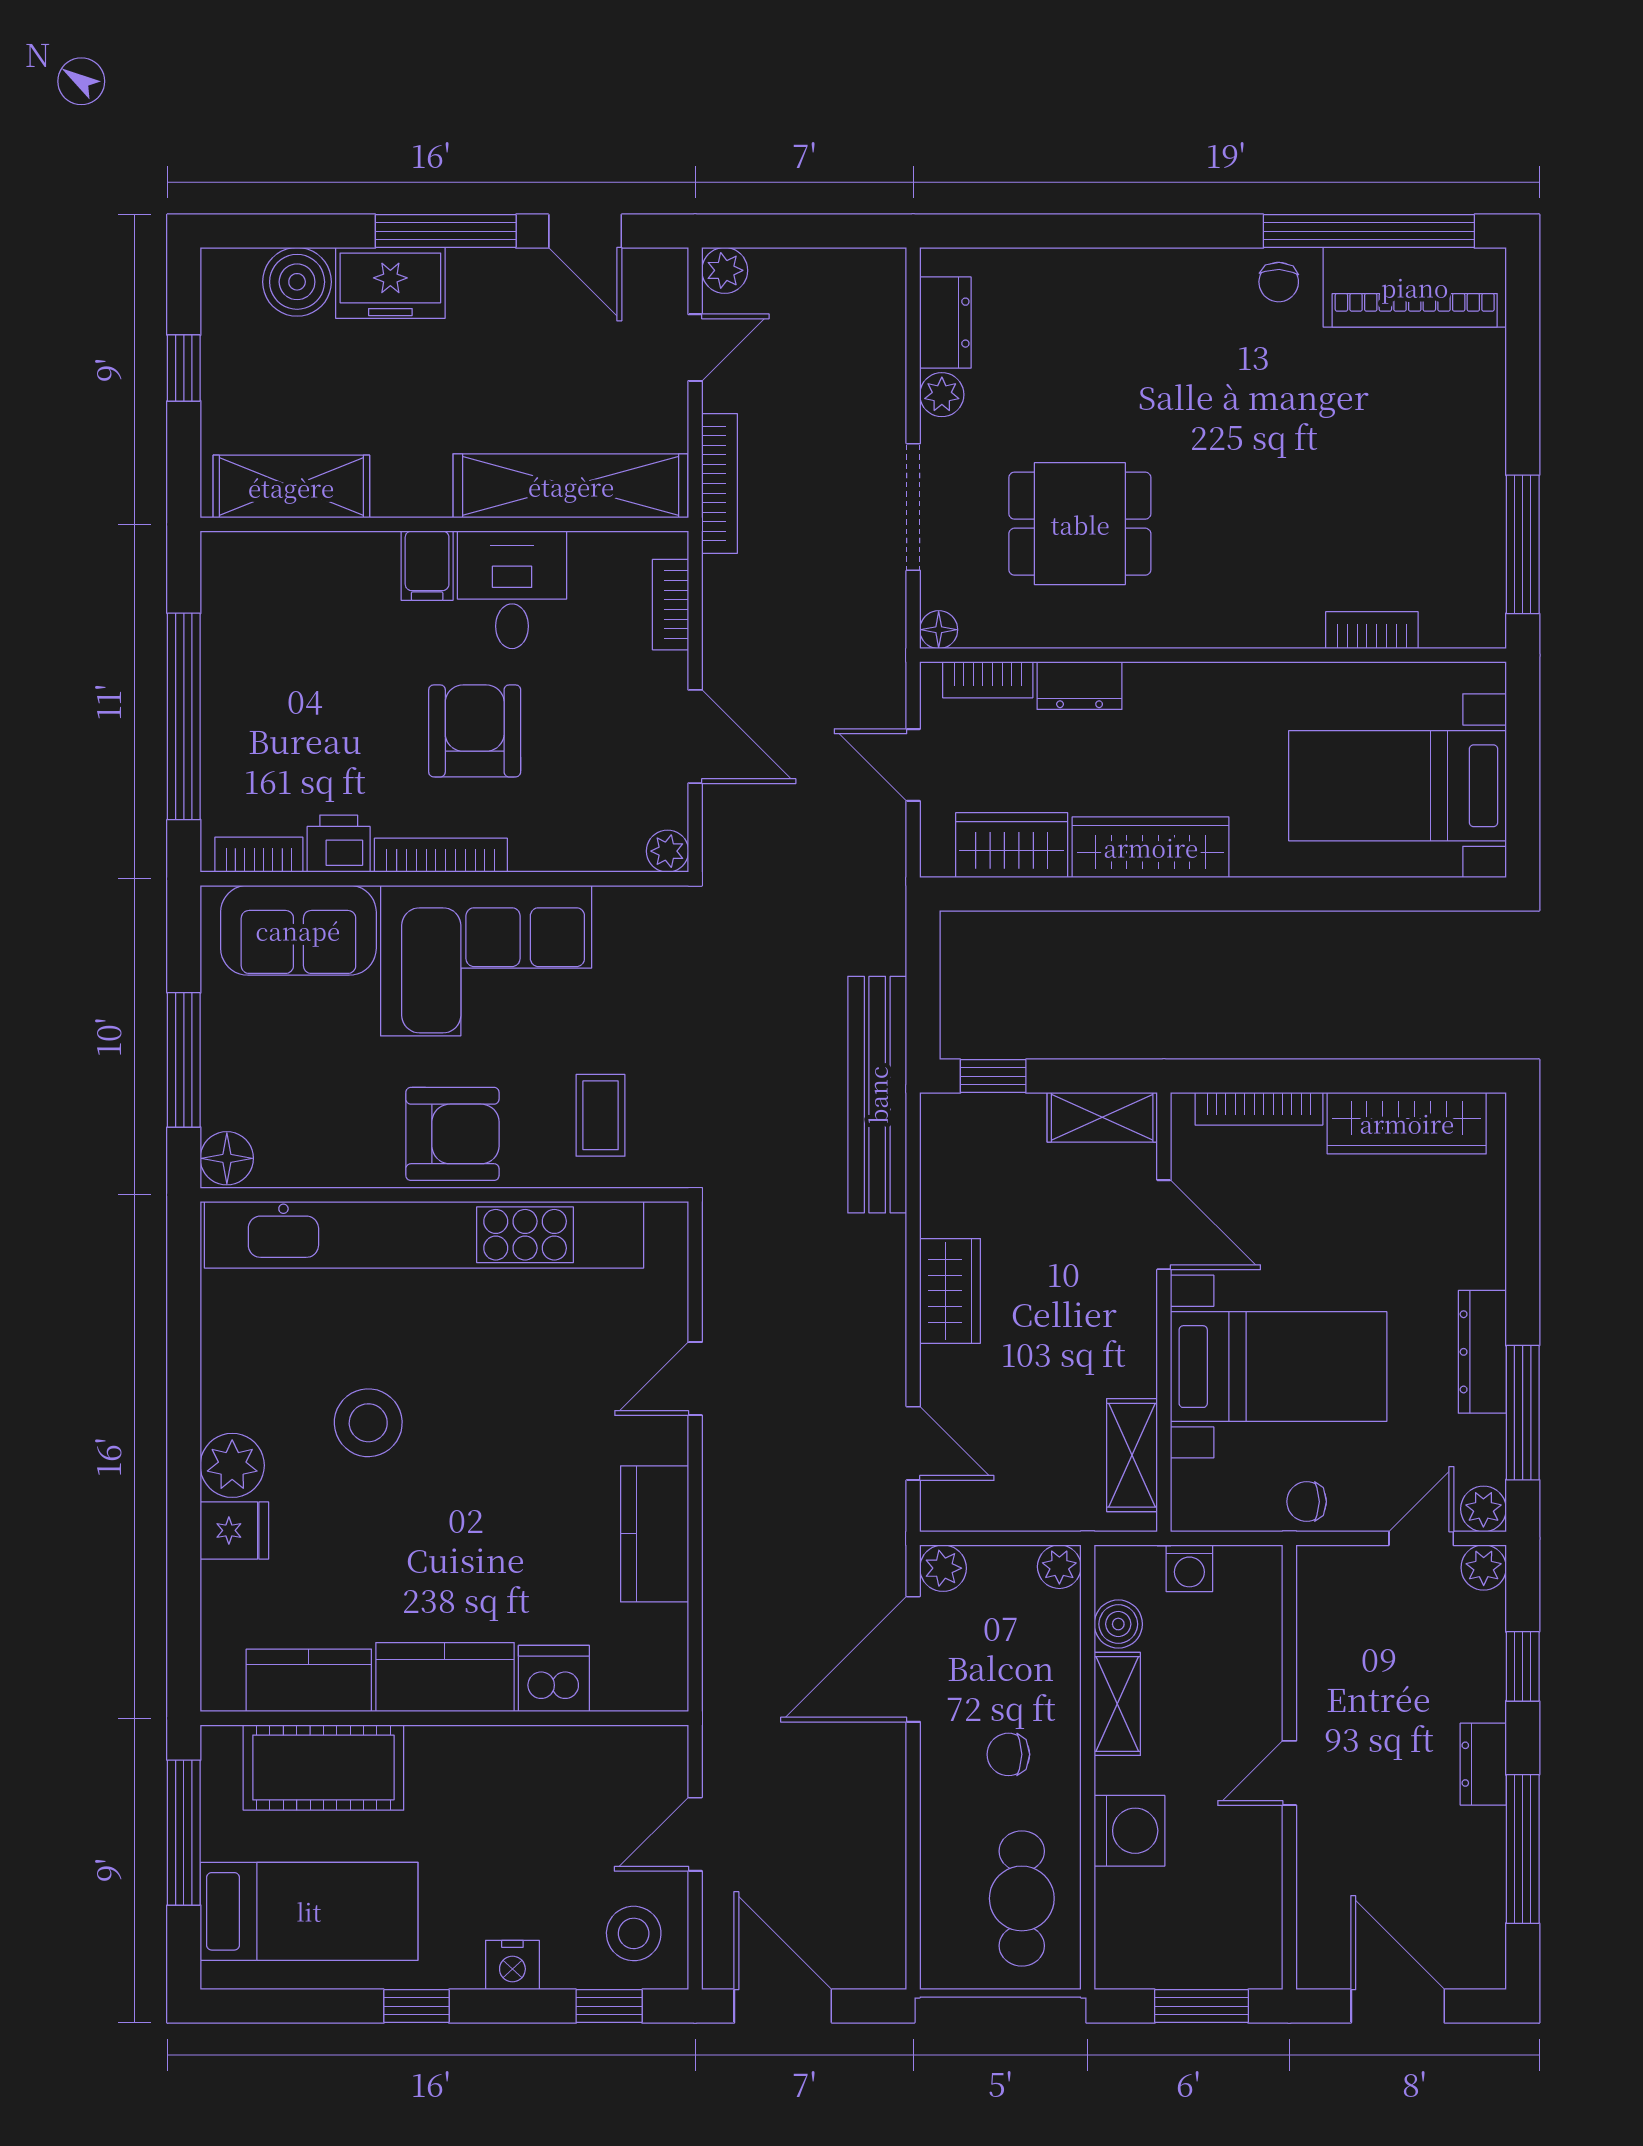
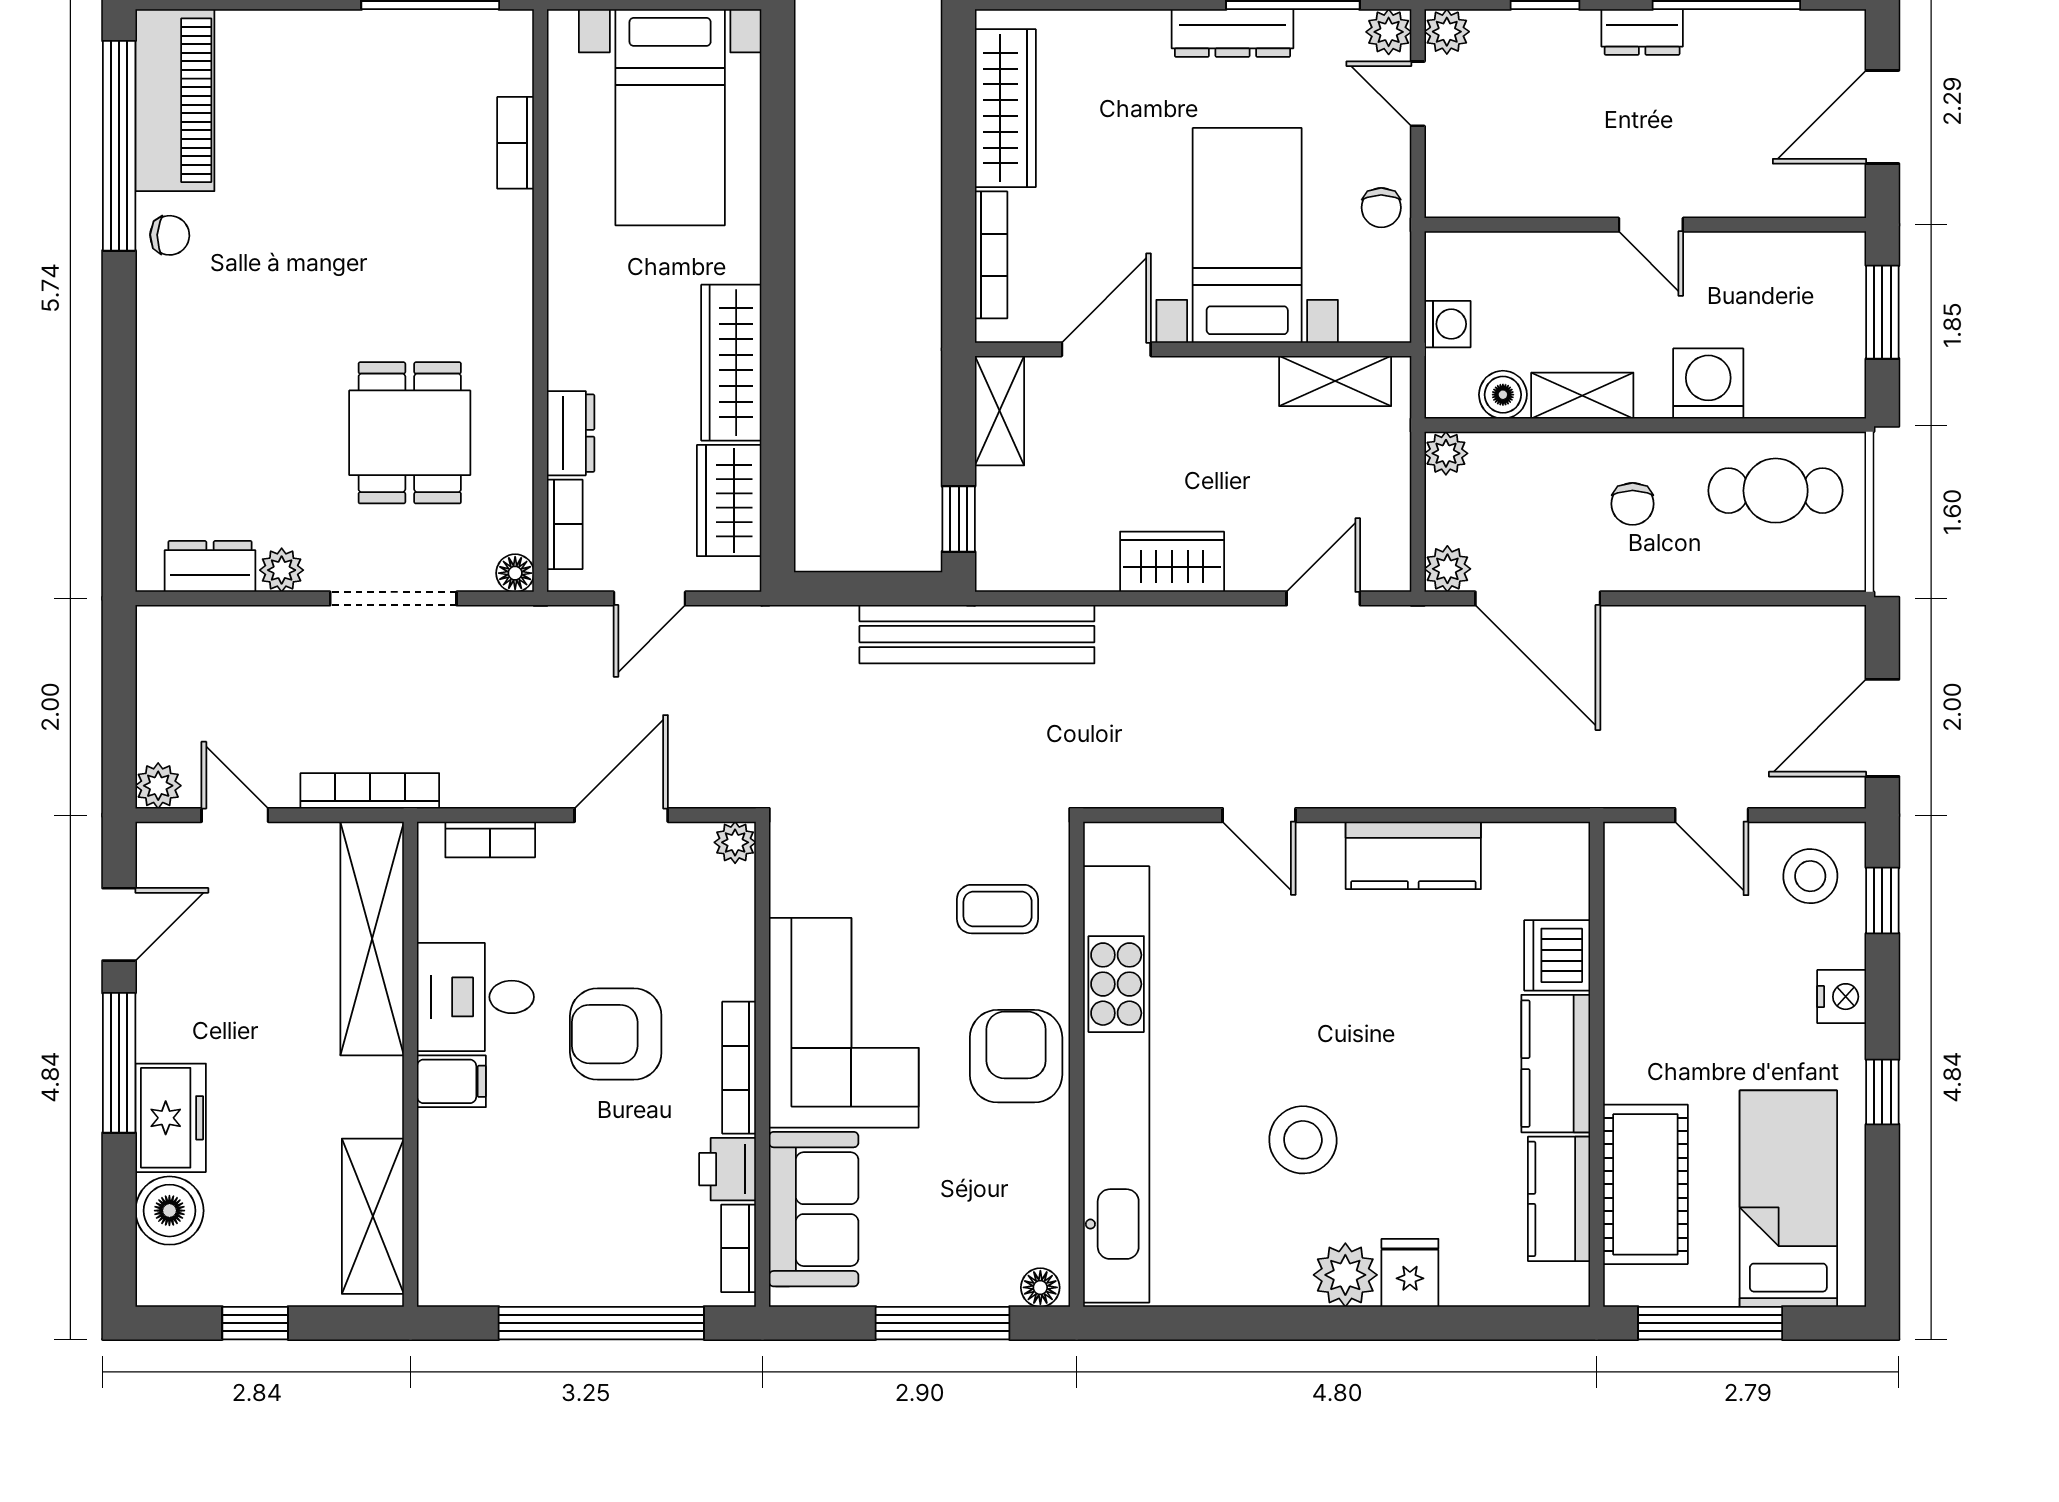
floor lamp: (227, 1158) -> (1040, 1287), width x0.73, depth x0.73

